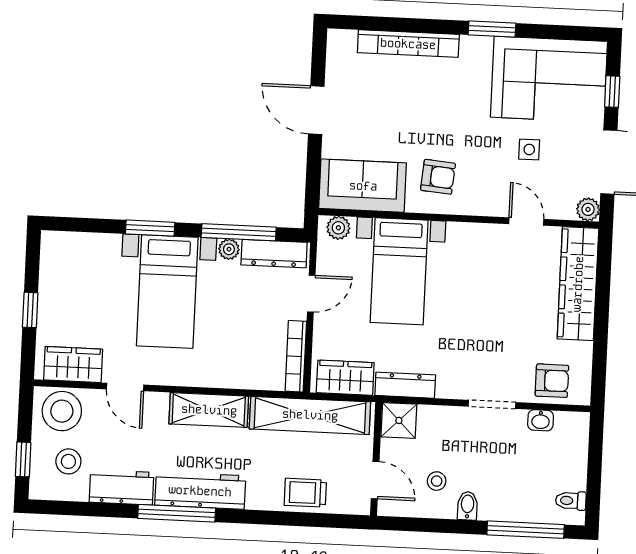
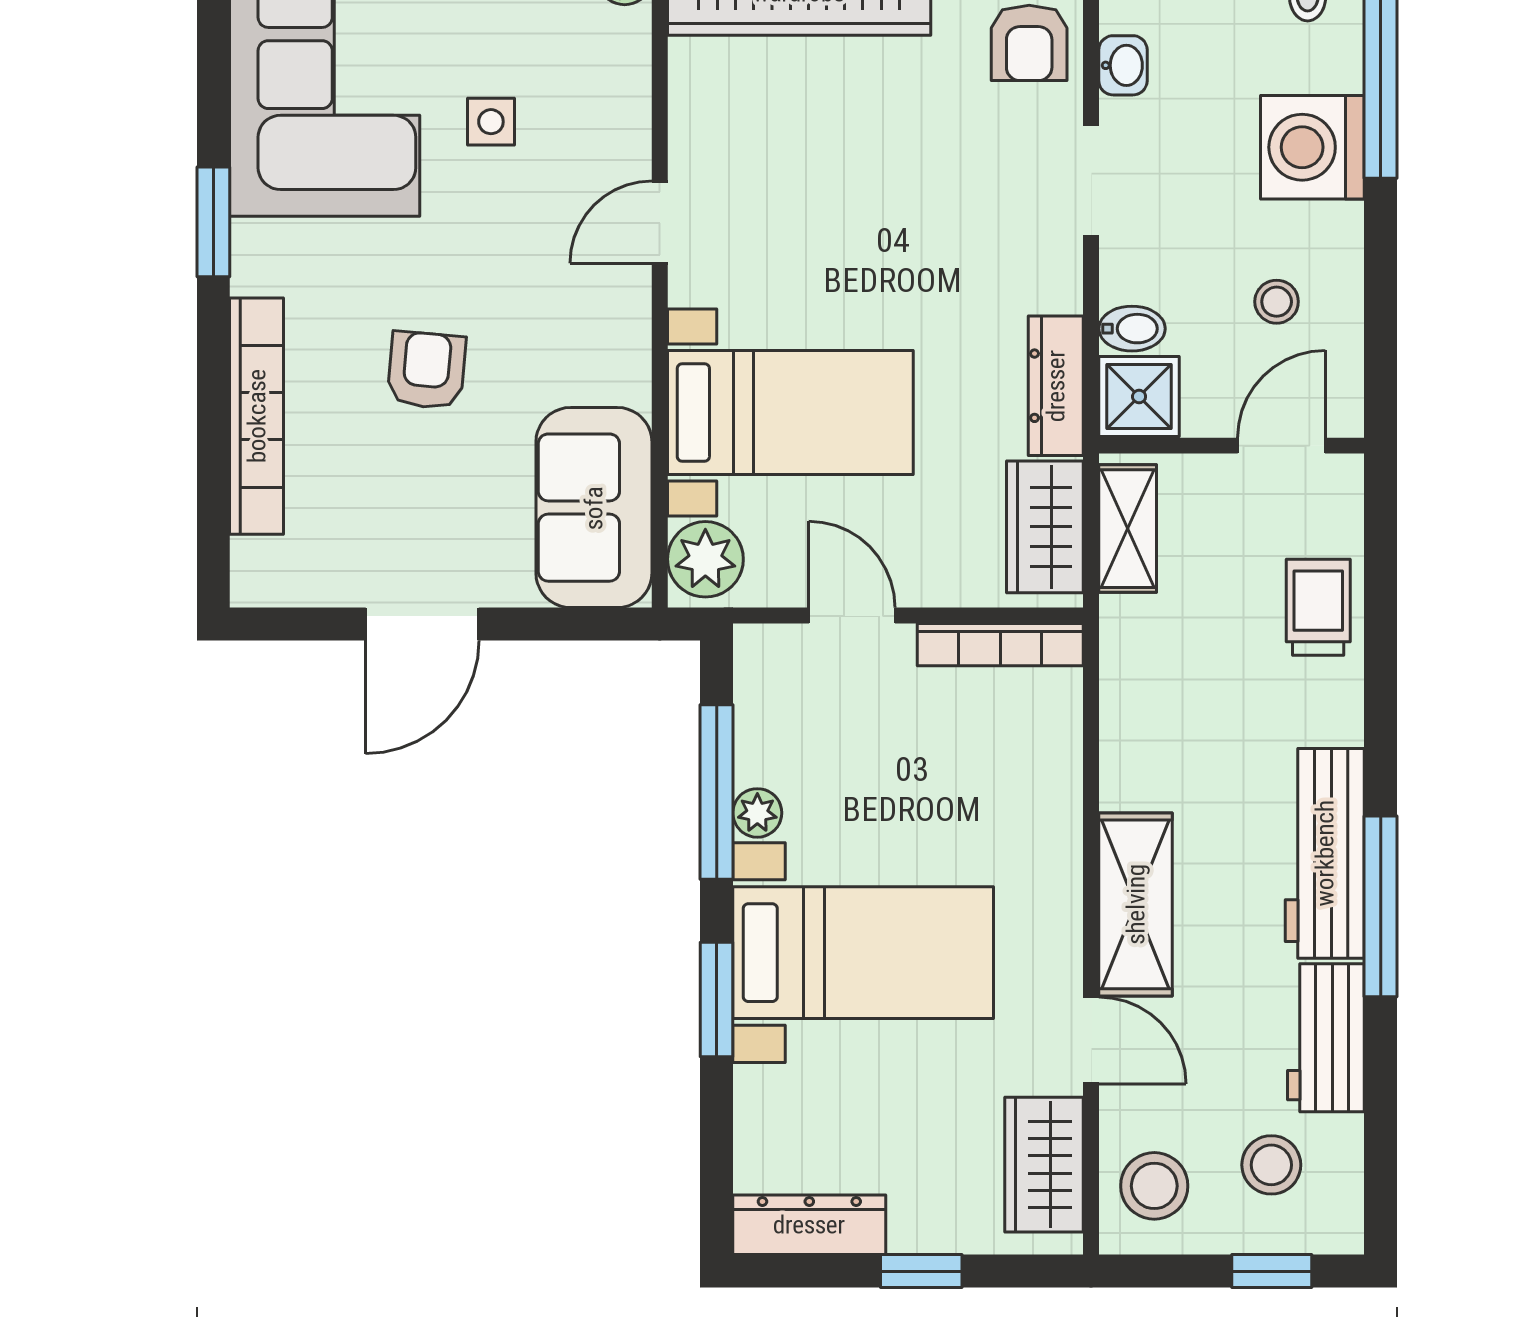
armchair: (438, 177) -> (426, 370), moved
door: (526, 222) -> (660, 222), moved
plant: (338, 228) -> (705, 559), width x1.38, depth x1.38
dresser: (274, 254) -> (809, 1225), moved, turned -90
armchair: (552, 381) -> (1029, 43), turned 180
door: (125, 387) -> (1091, 1040), hinge flipped
shelving: (209, 410) -> (1136, 904), moved
stool: (62, 411) -> (1154, 1186), width x0.73, depth x0.73
shelving: (310, 415) -> (1128, 529), width x0.45, depth x0.75
trolley: (305, 493) -> (1318, 607), turned 180
washing machine: (502, 499) -> (1312, 147), added
bidet: (467, 506) -> (1132, 329), moved, turned 180

